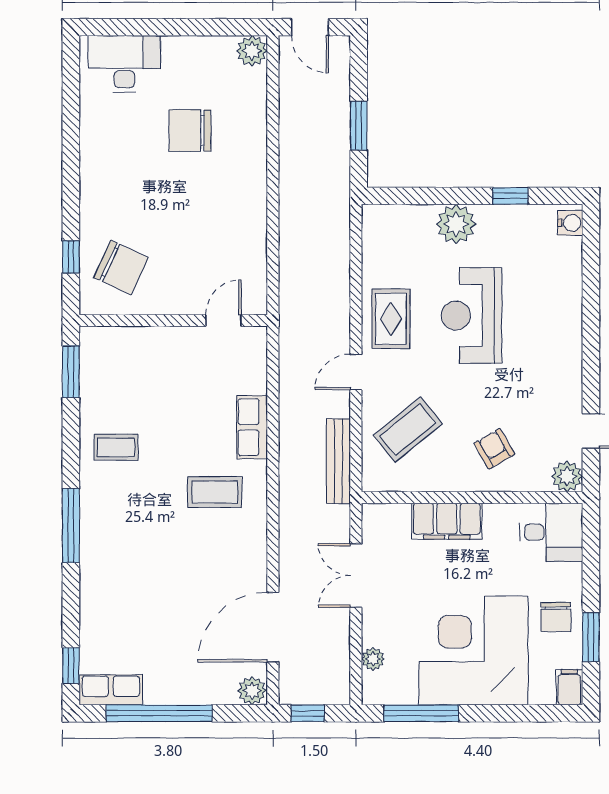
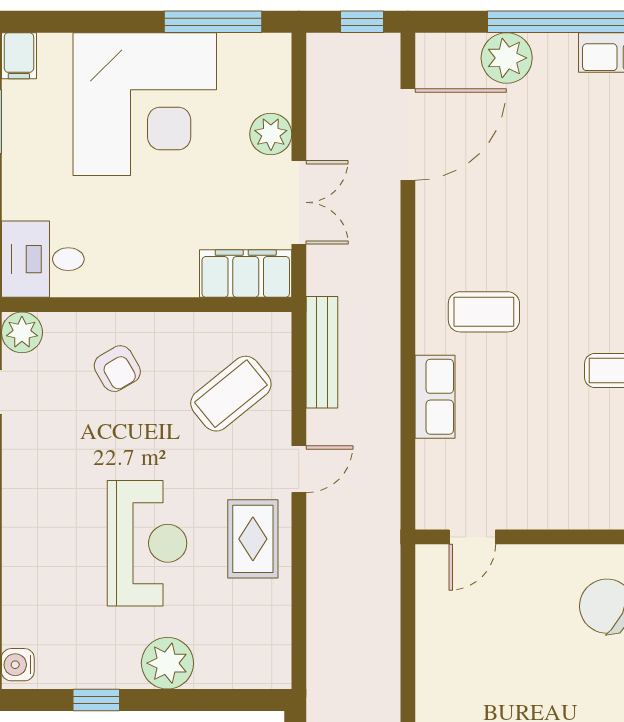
filing cabinet: (447, 521) -> (246, 274), moved
chair: (556, 617) -> (37, 148), removed
plant: (373, 659) -> (271, 134), moved, width x1.38, depth x1.38
plant: (252, 691) -> (507, 58), moved, width x1.36, depth x1.36

